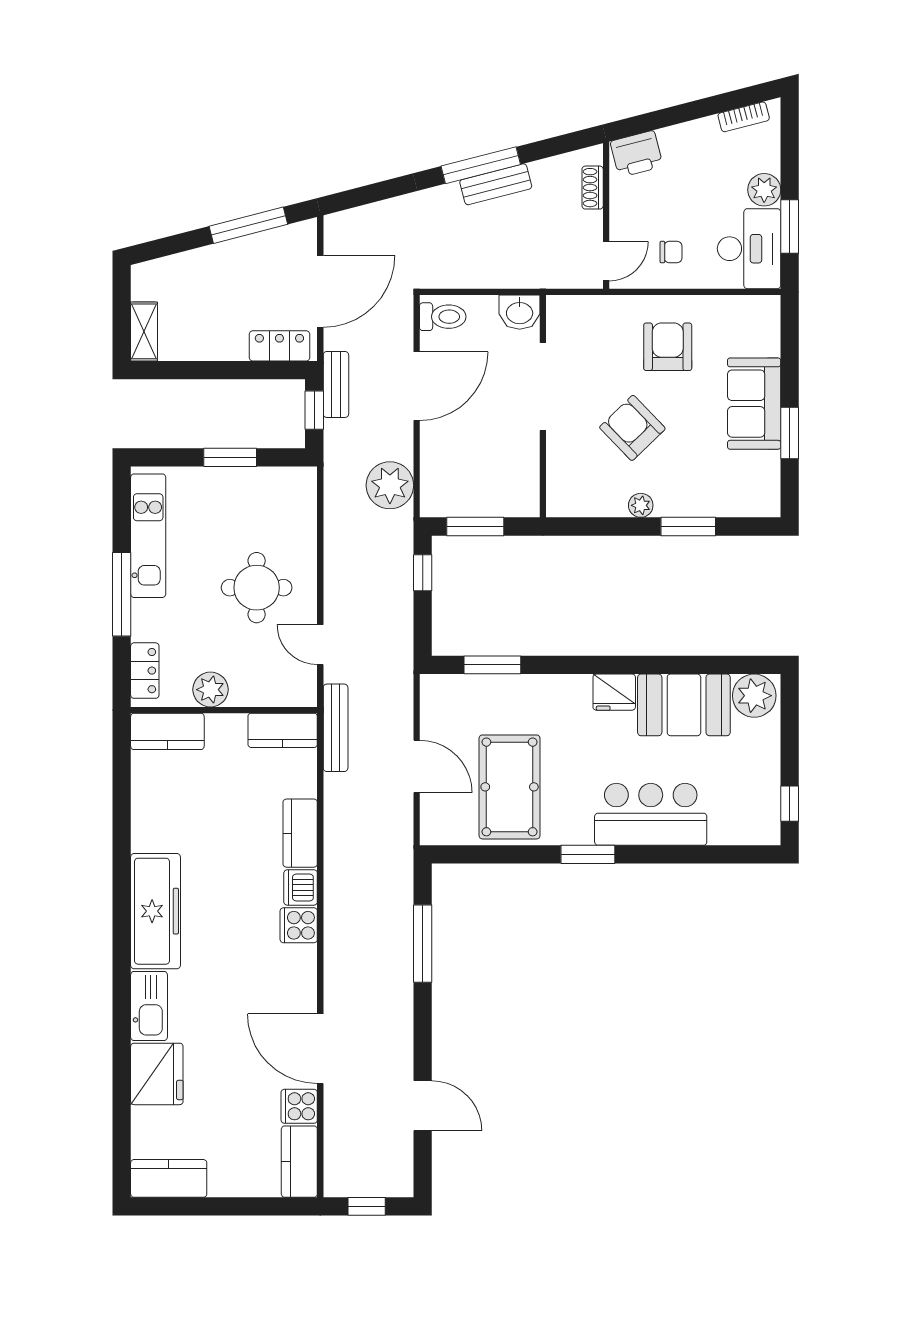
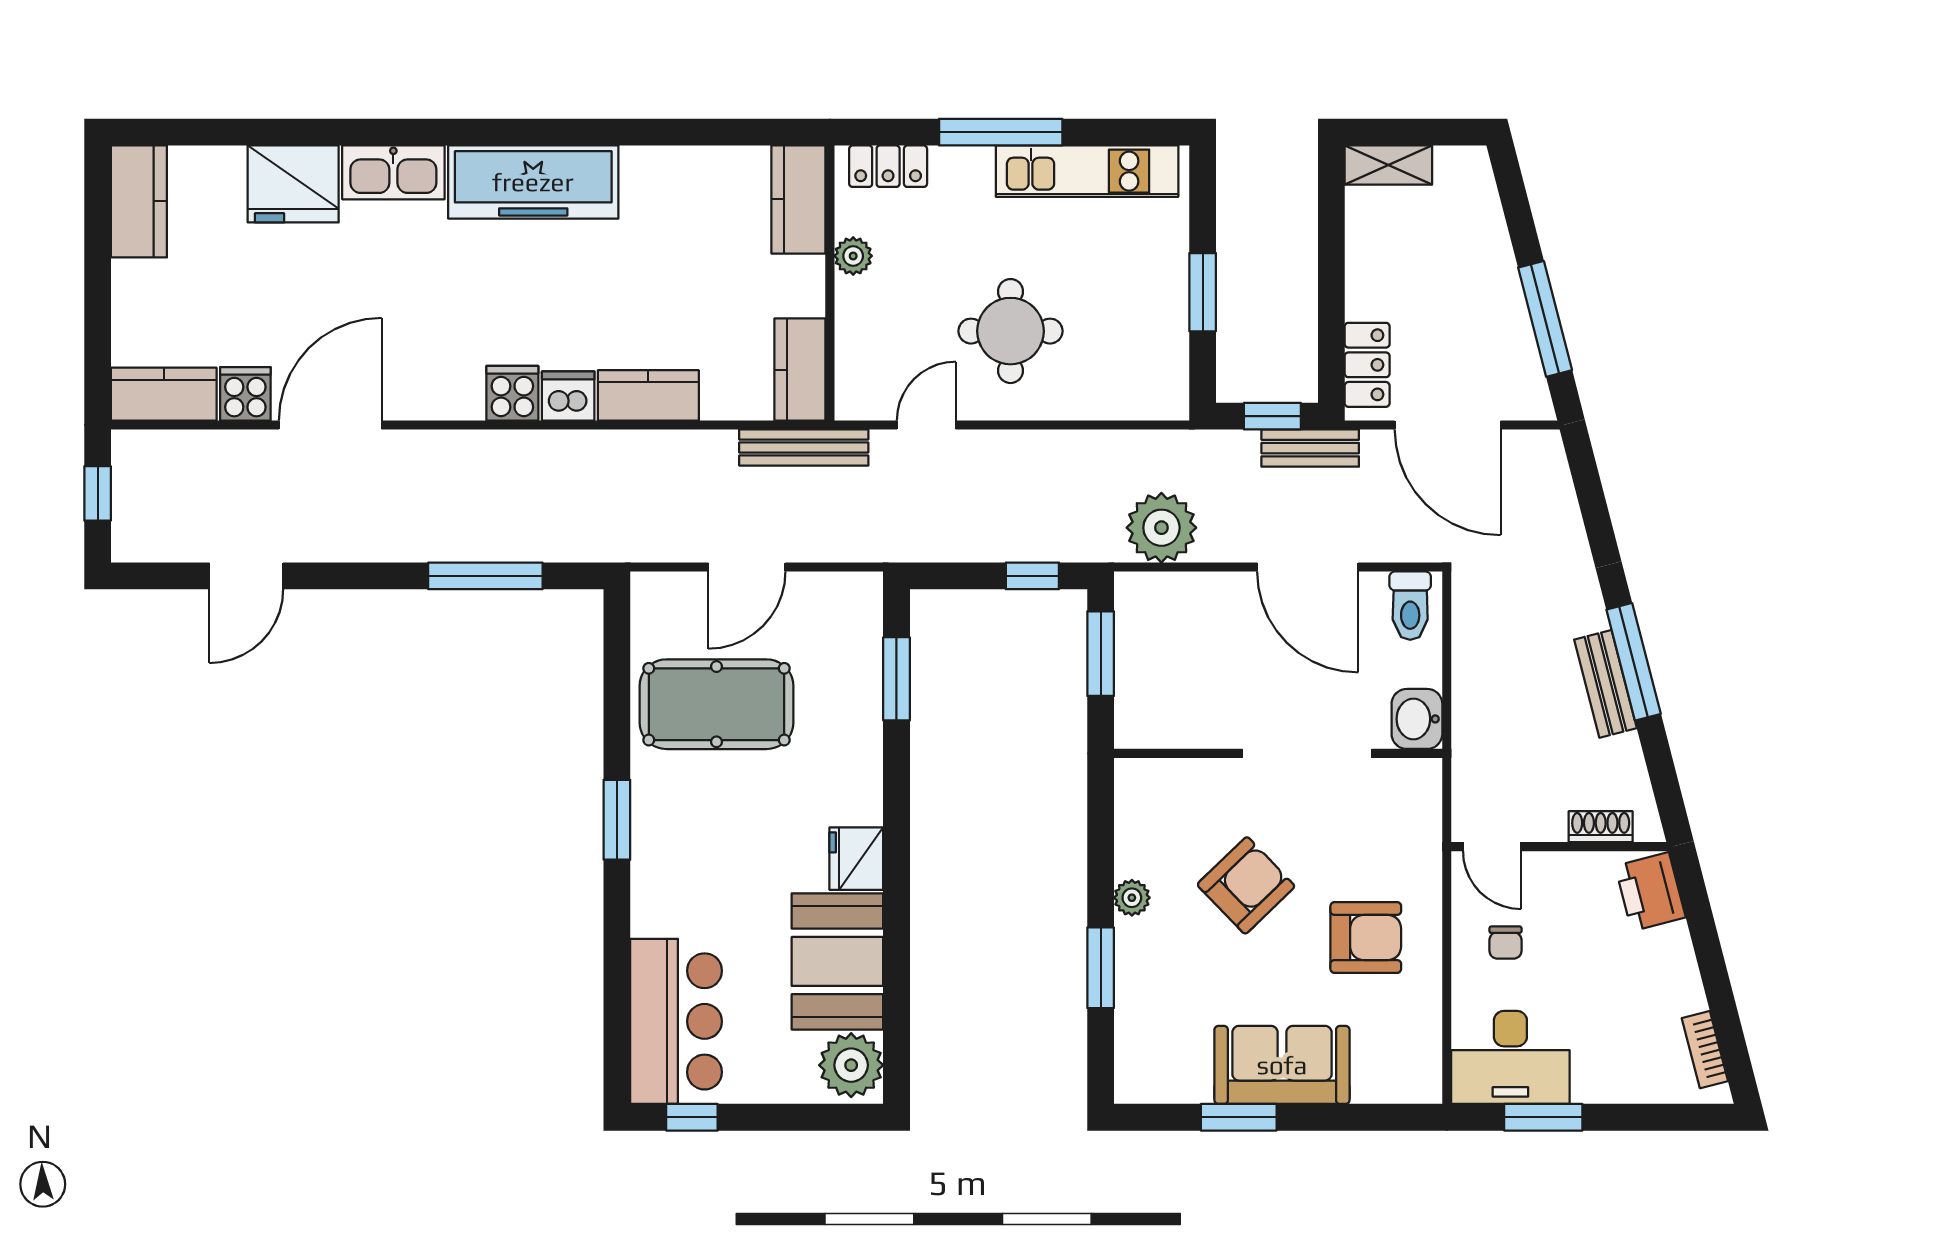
plant: (764, 190) -> (1597, 1080), removed
plant: (210, 690) -> (853, 256), width x0.73, depth x0.73
bar counter: (651, 814) -> (676, 1021), moved

